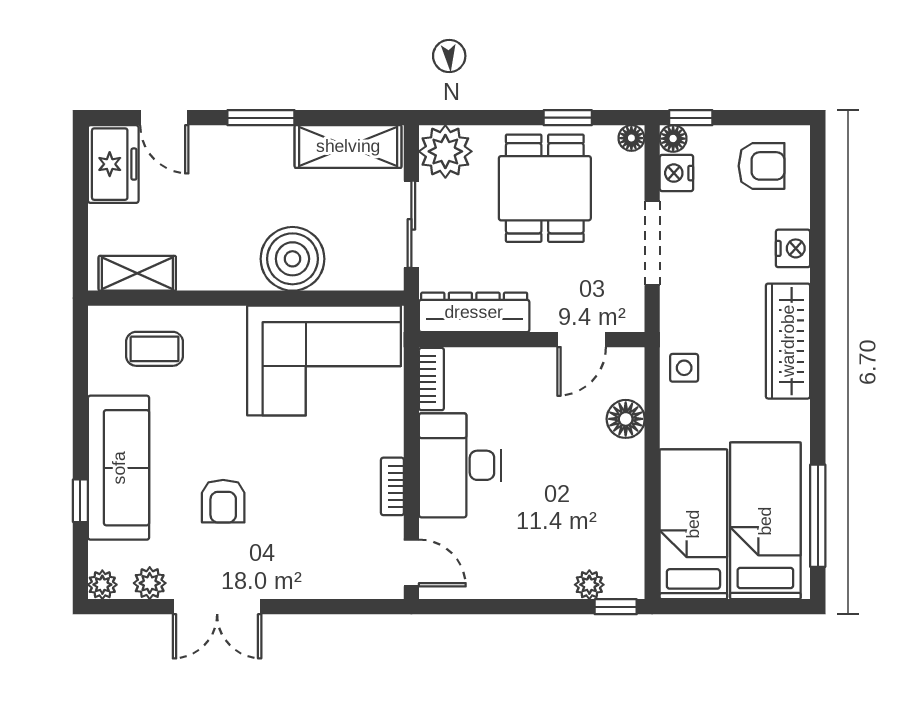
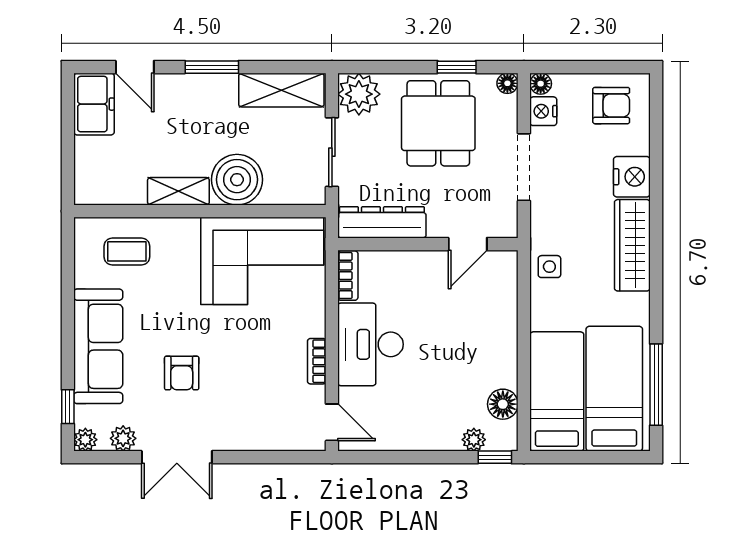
window: (691, 118) -> (555, 67), removed
nightstand: (793, 248) -> (632, 177), width x1.36, depth x1.33
shelving: (137, 273) -> (178, 191), moved
floor lamp: (626, 419) -> (503, 404), moved
window: (80, 501) -> (68, 407), moved

